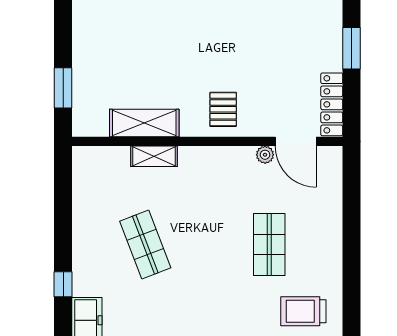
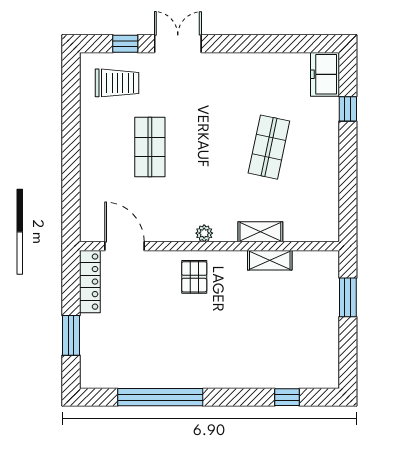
shelving: (144, 123) -> (270, 260), width x0.67, depth x0.75
plant: (265, 155) -> (204, 233), moved
shop shelf: (145, 245) -> (269, 147), turned 33

